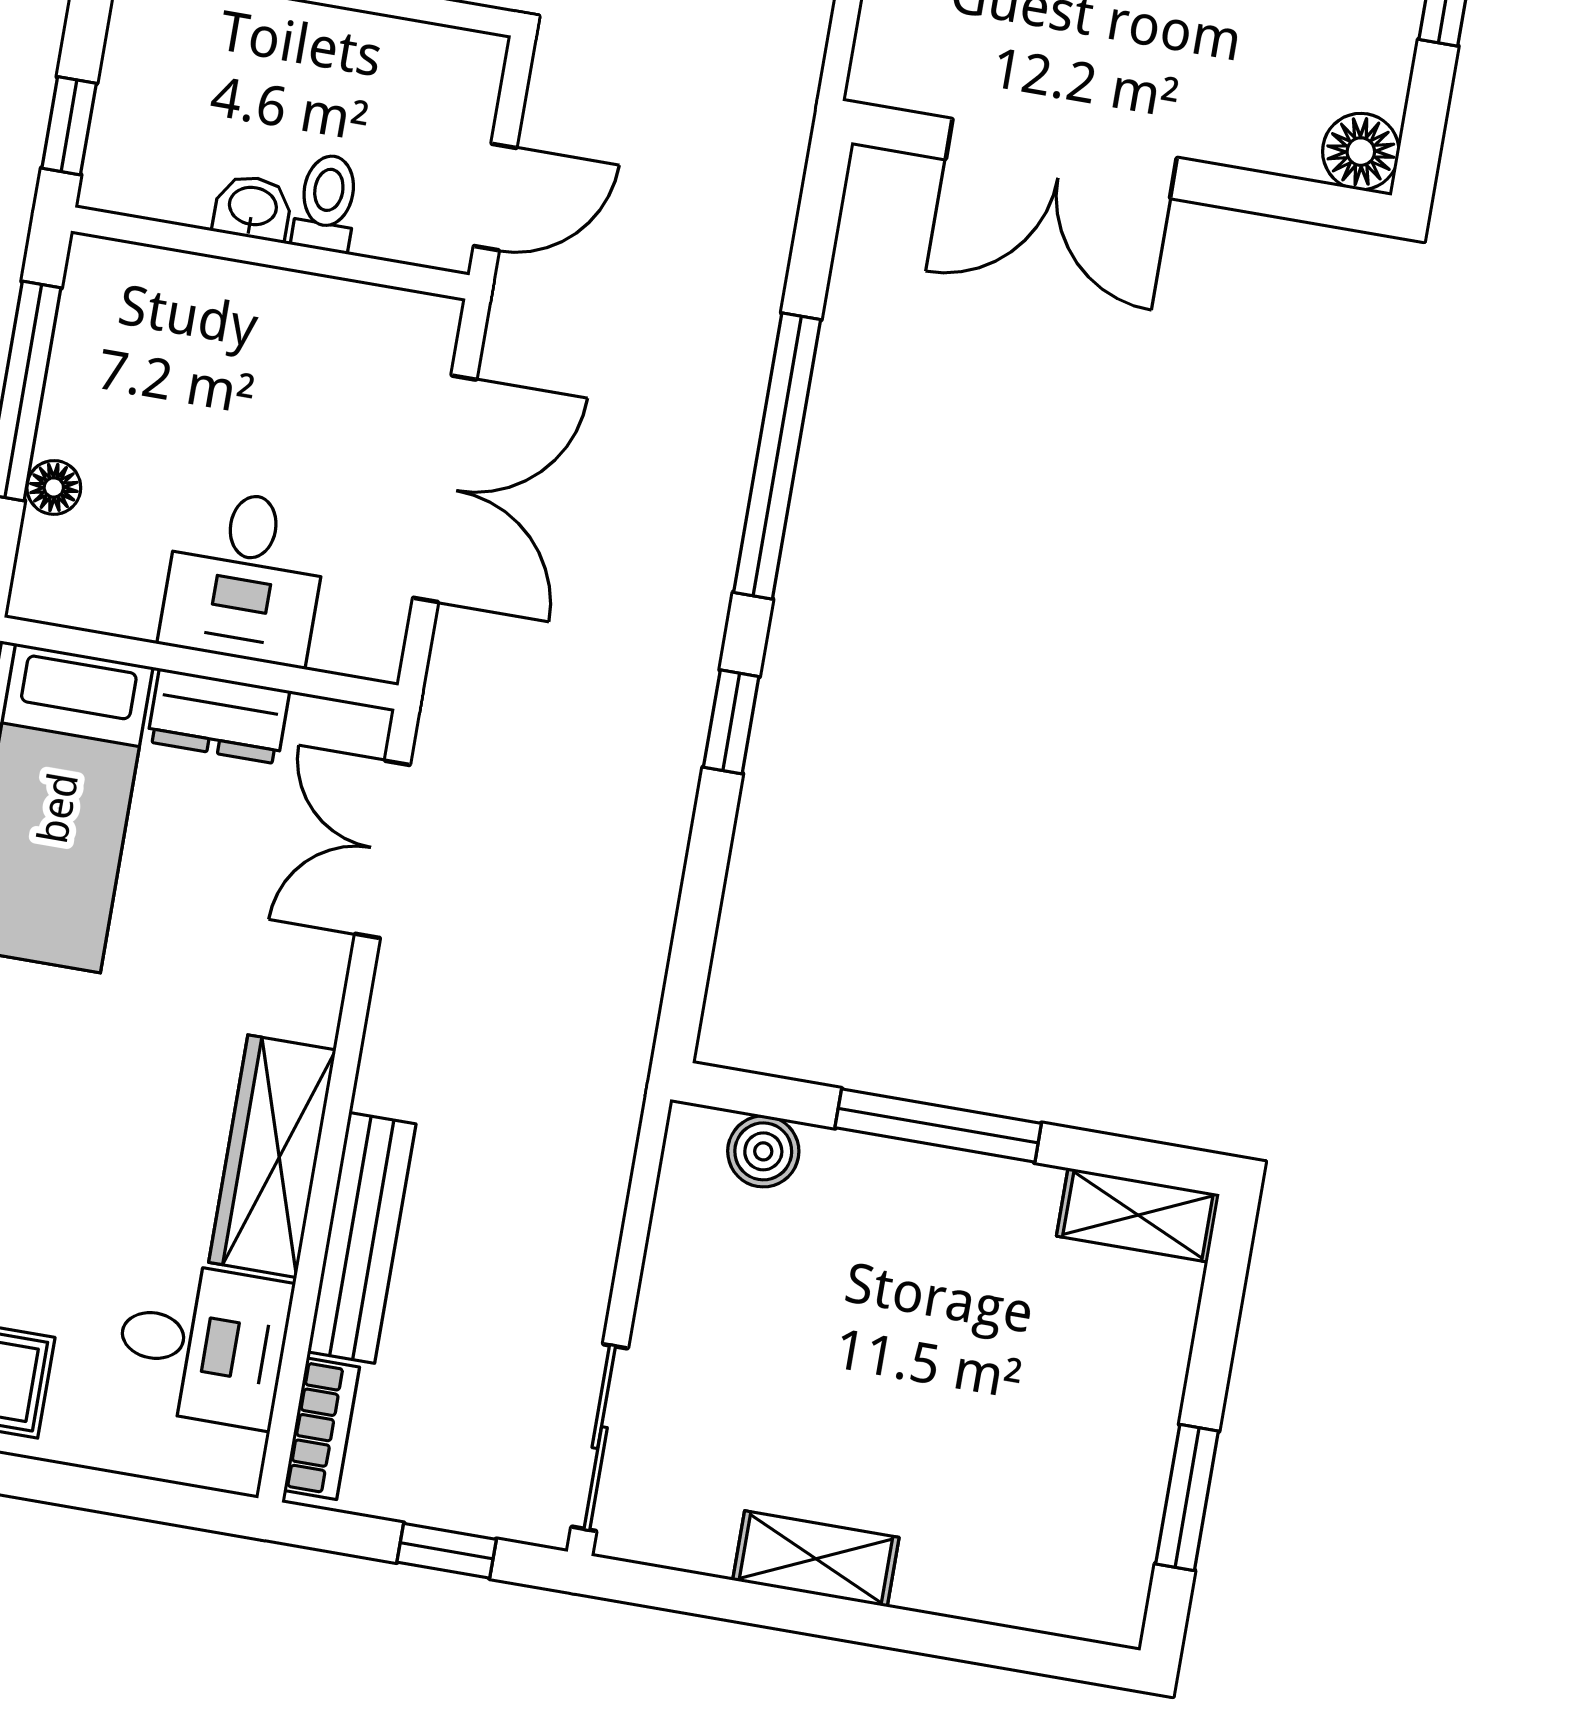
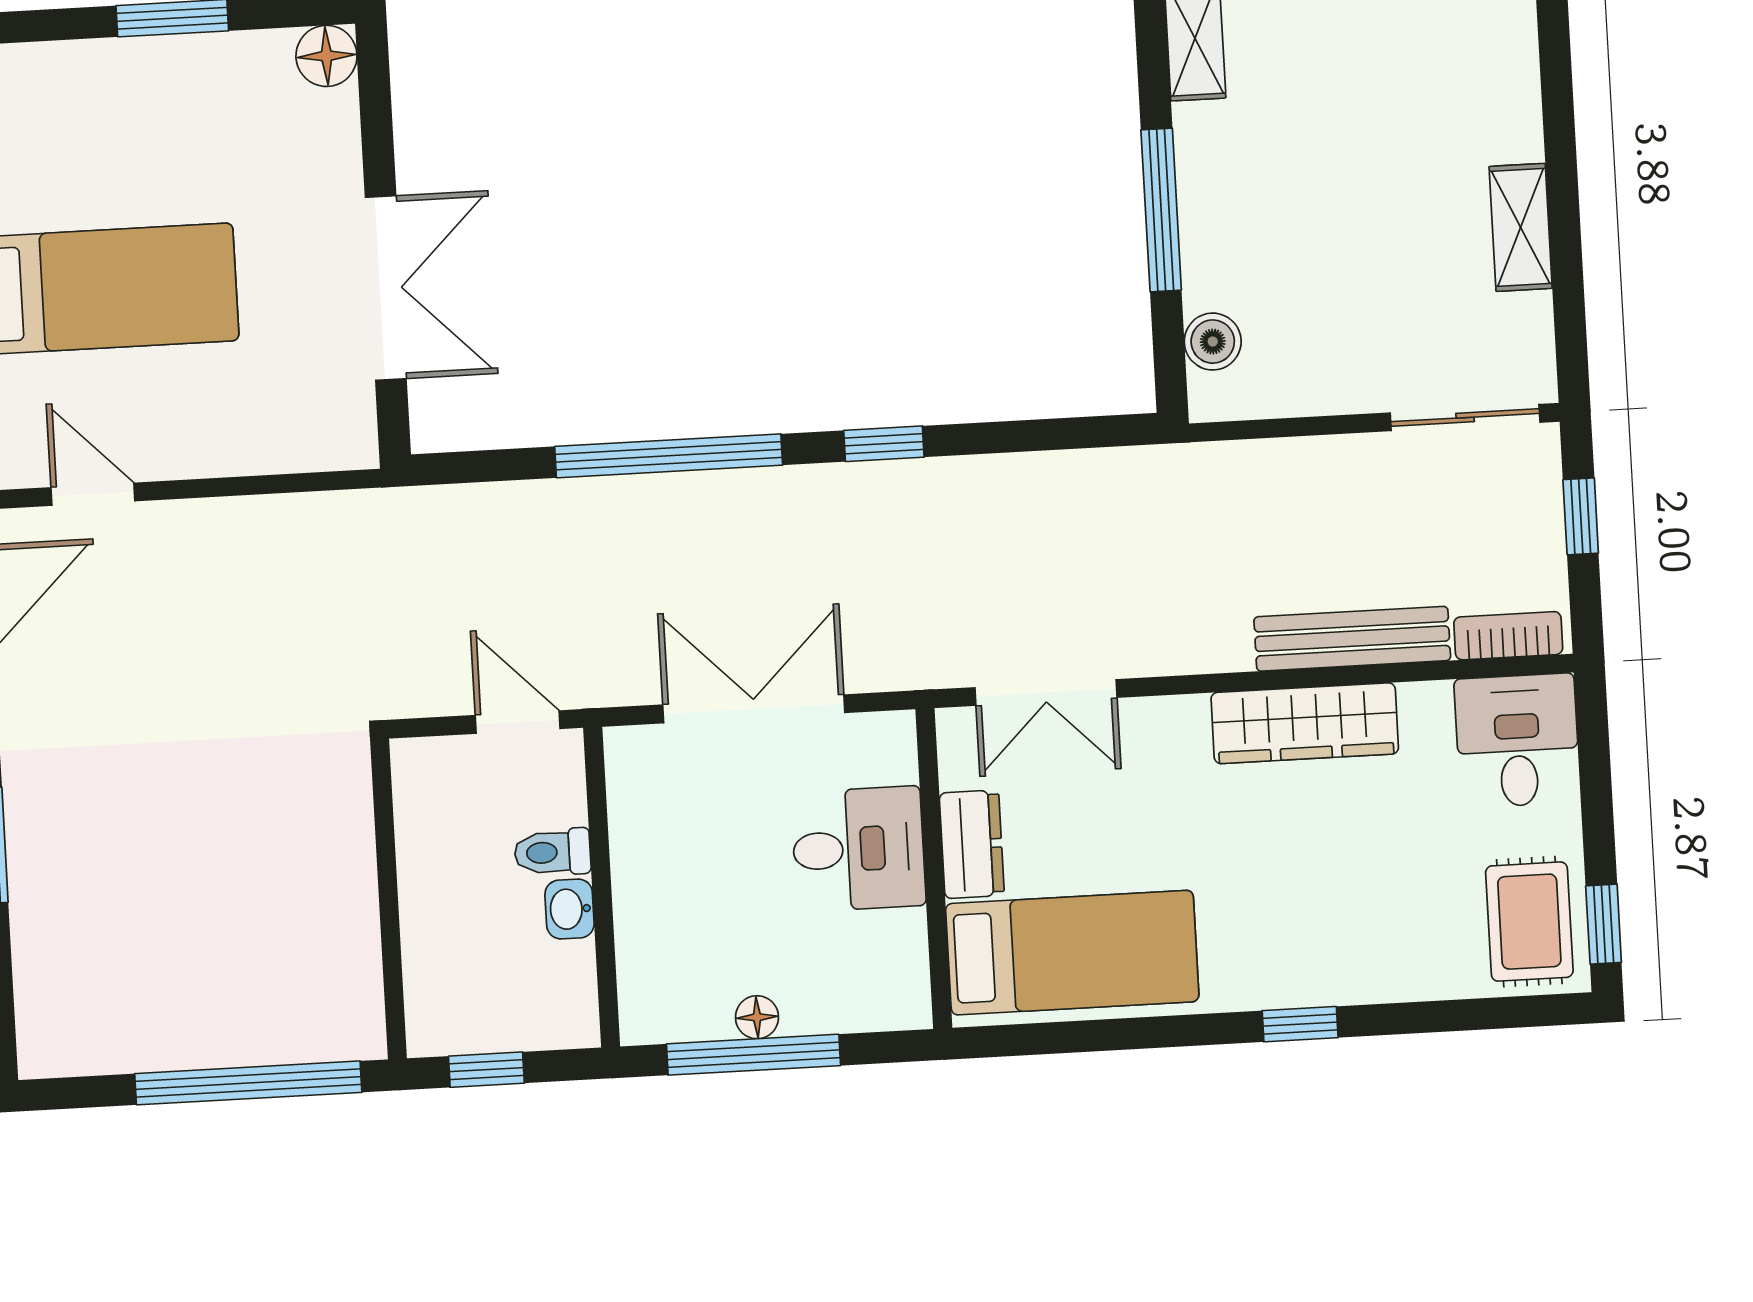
window: (69, 126) -> (486, 1070), moved
floor lamp: (54, 487) -> (757, 1017), moved
desk: (203, 1344) -> (1517, 741), moved

